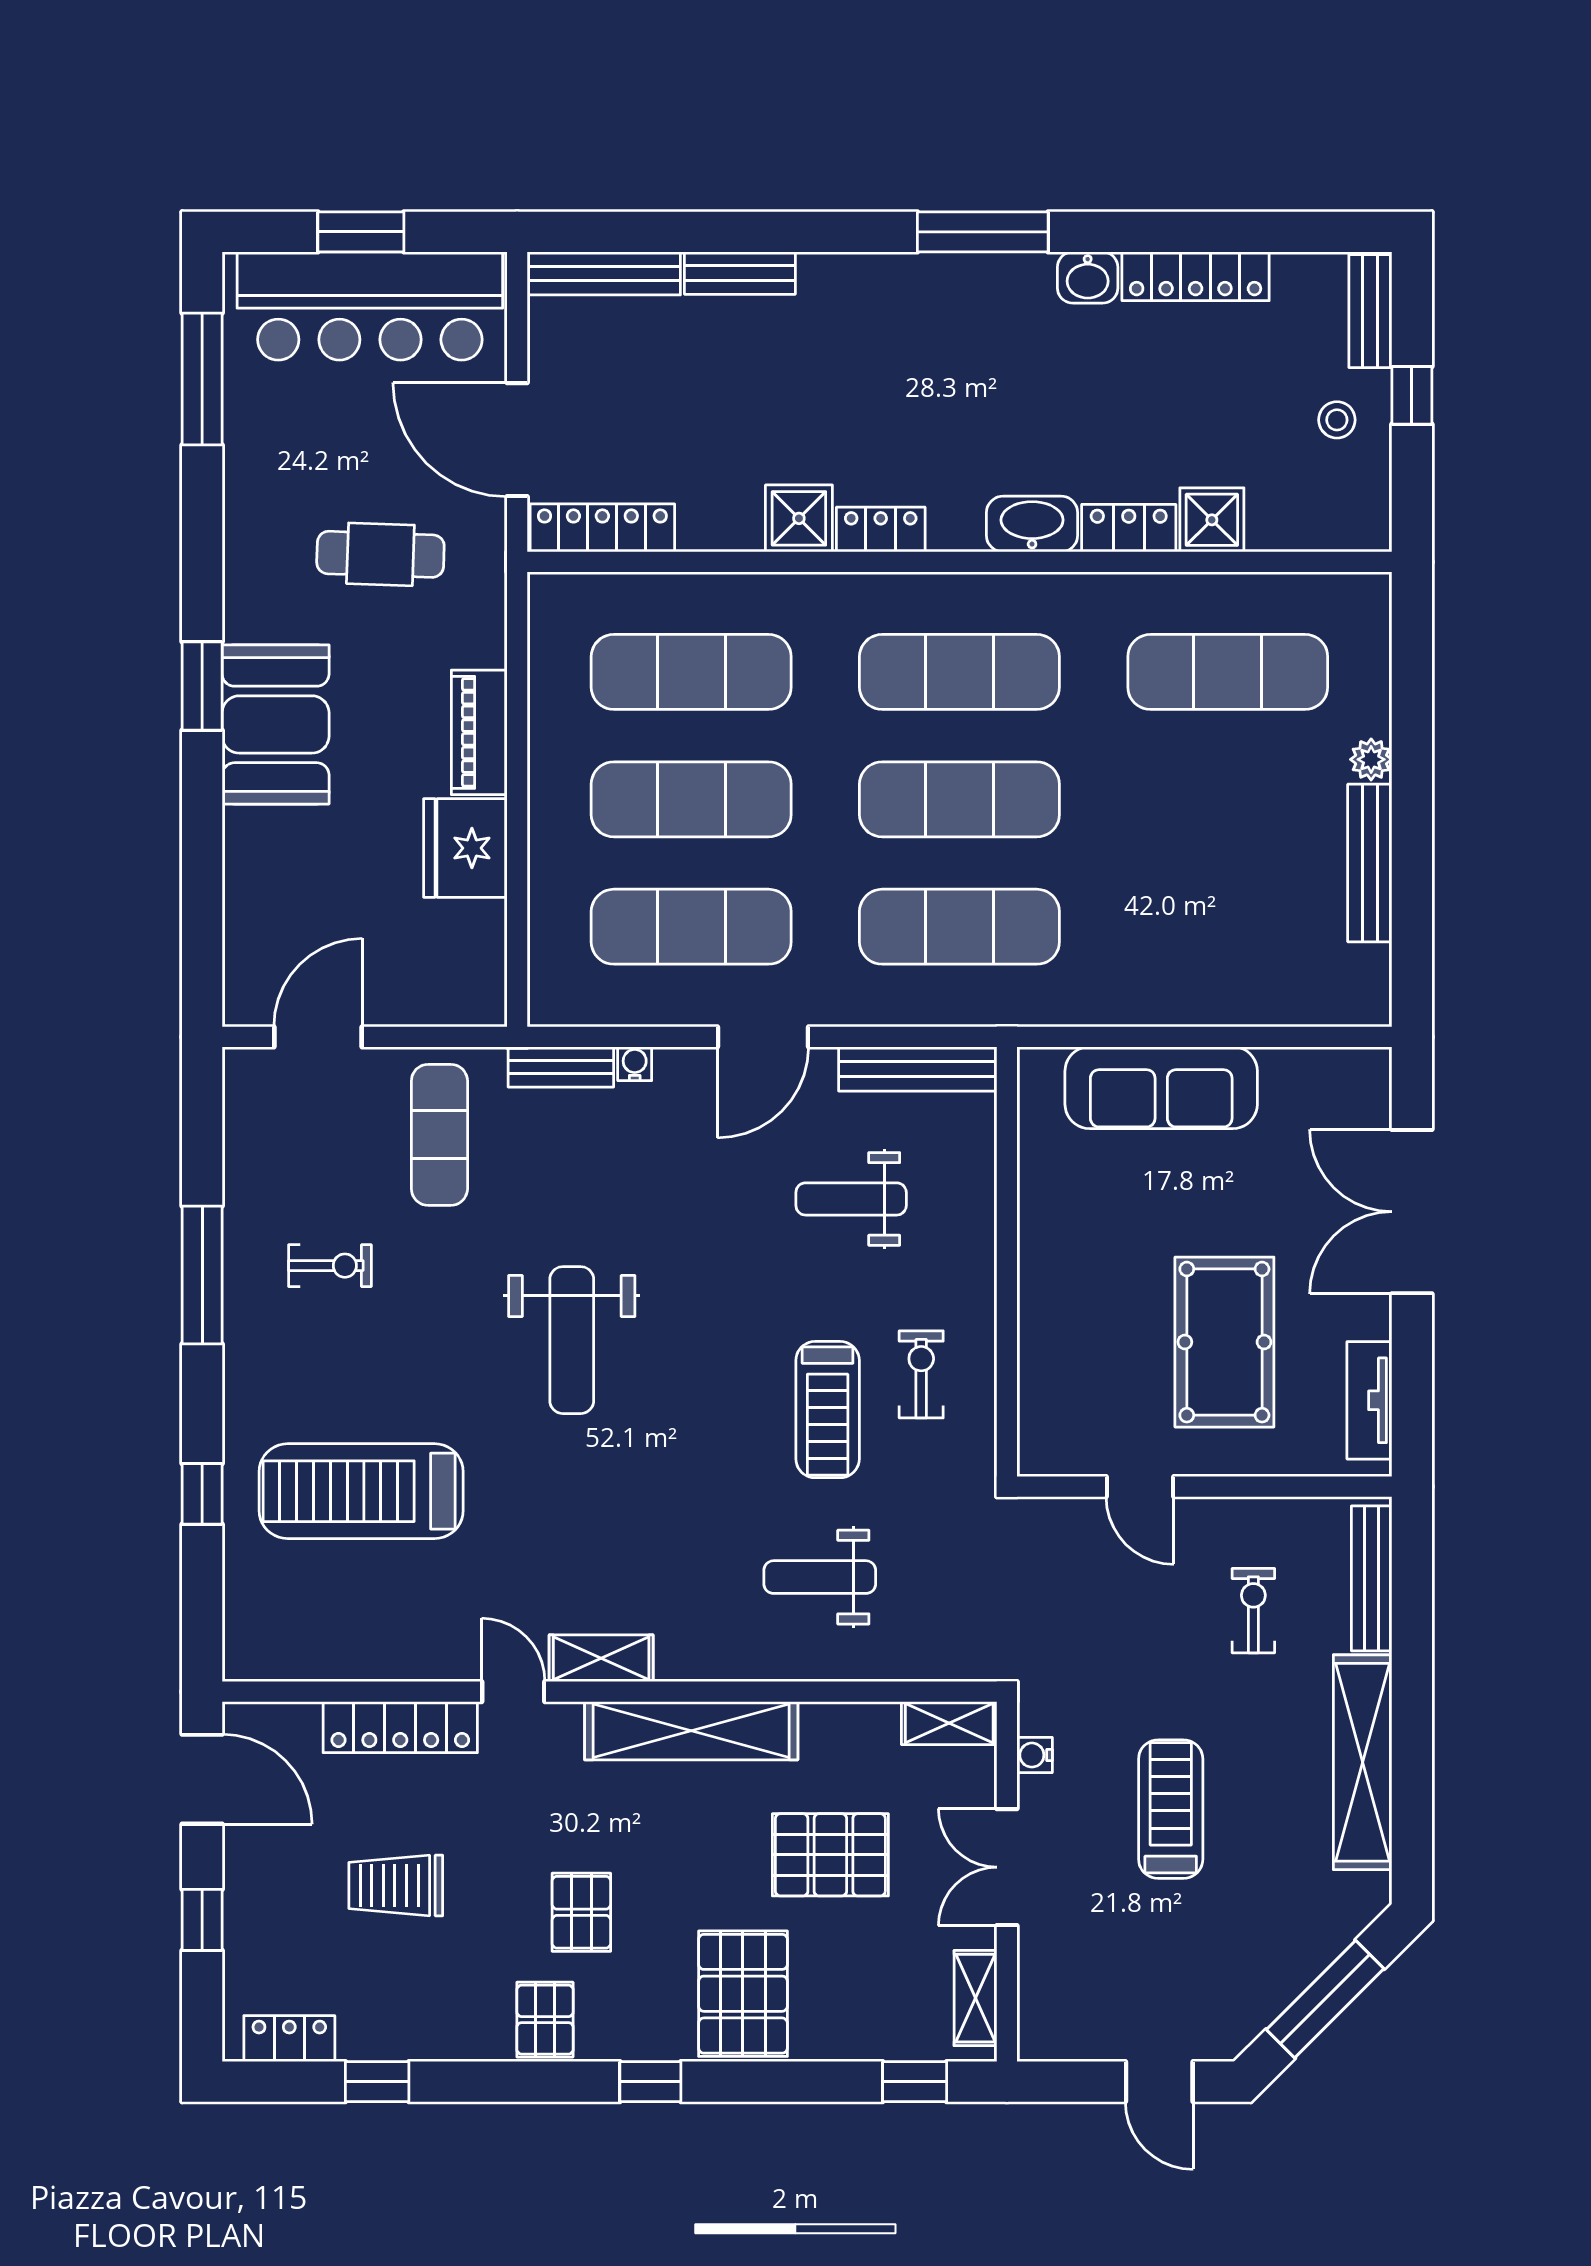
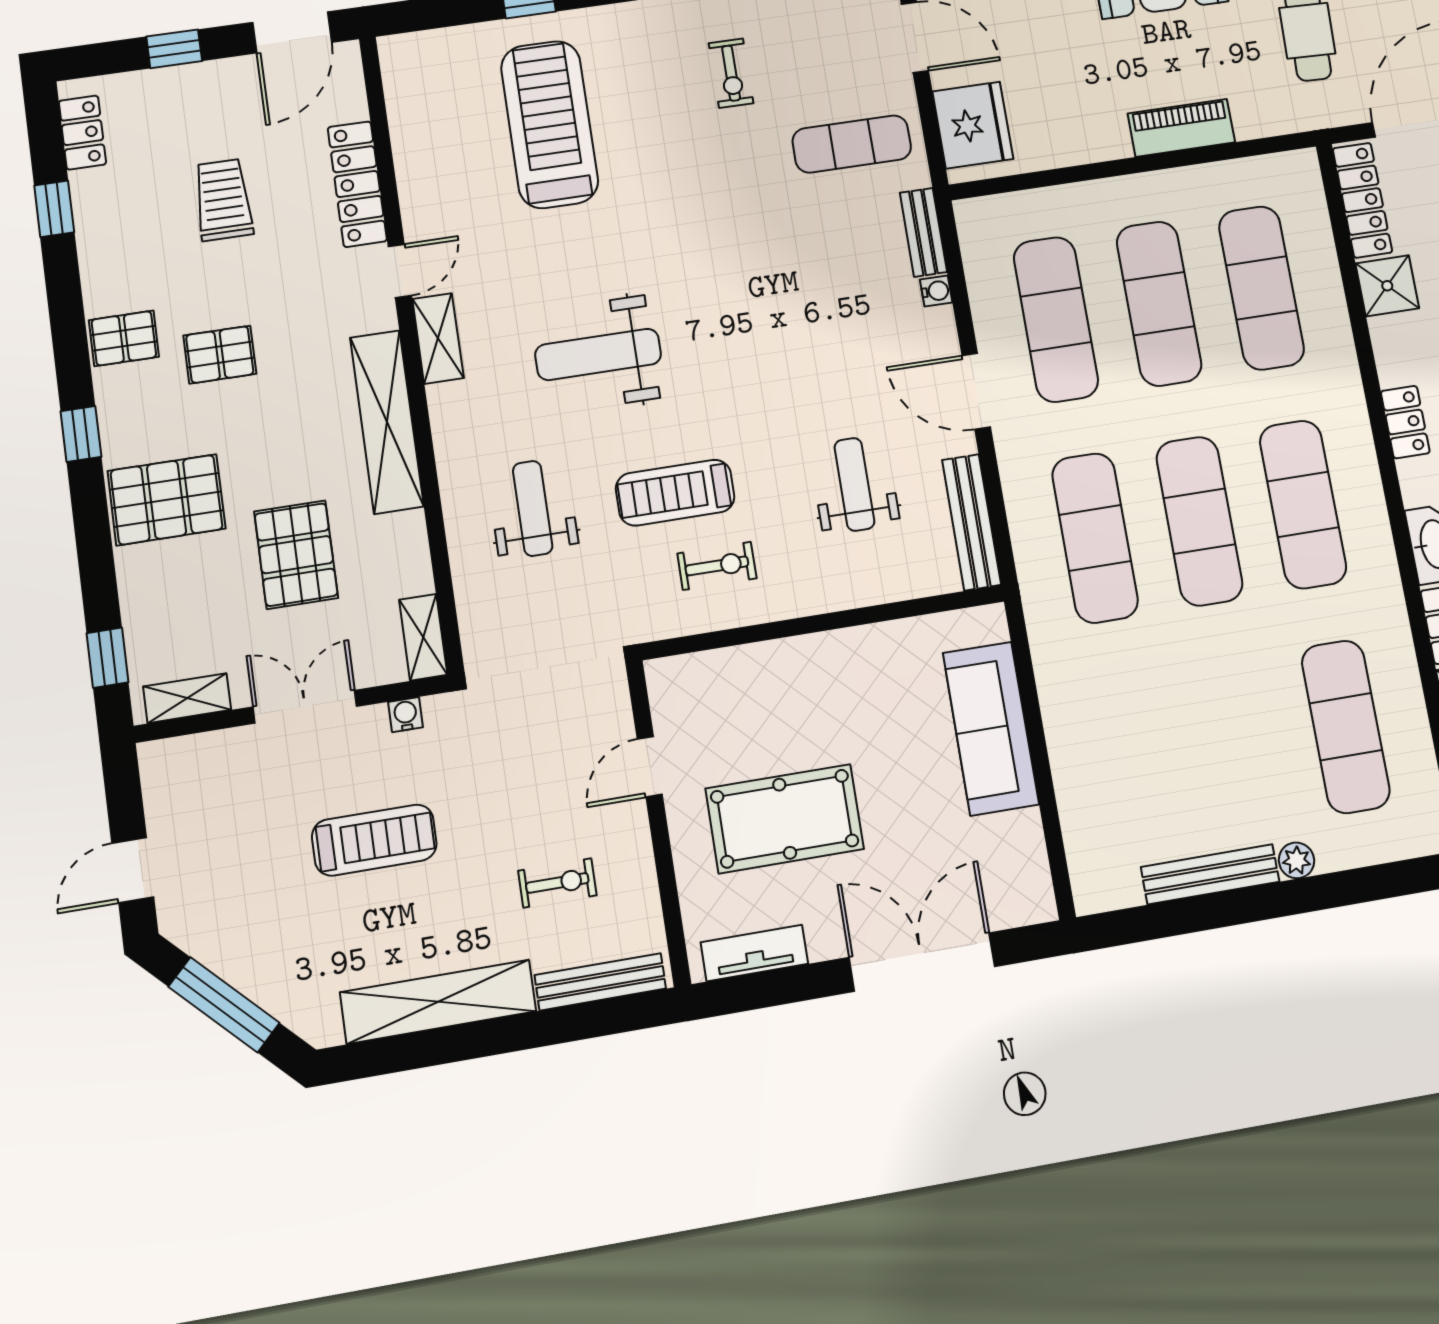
shower: (799, 518) -> (1387, 286), moved
fridge: (465, 848) -> (973, 125), moved, turned 90
weight bench: (572, 1340) -> (598, 354), moved

